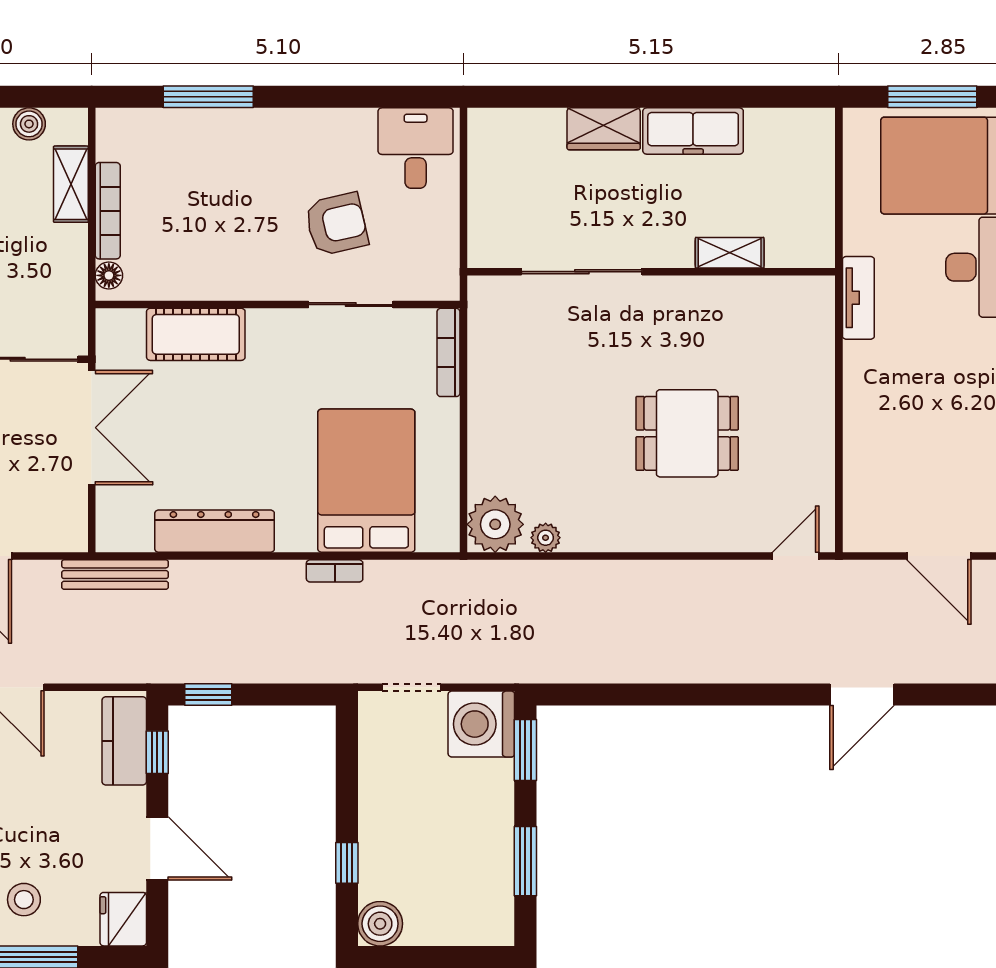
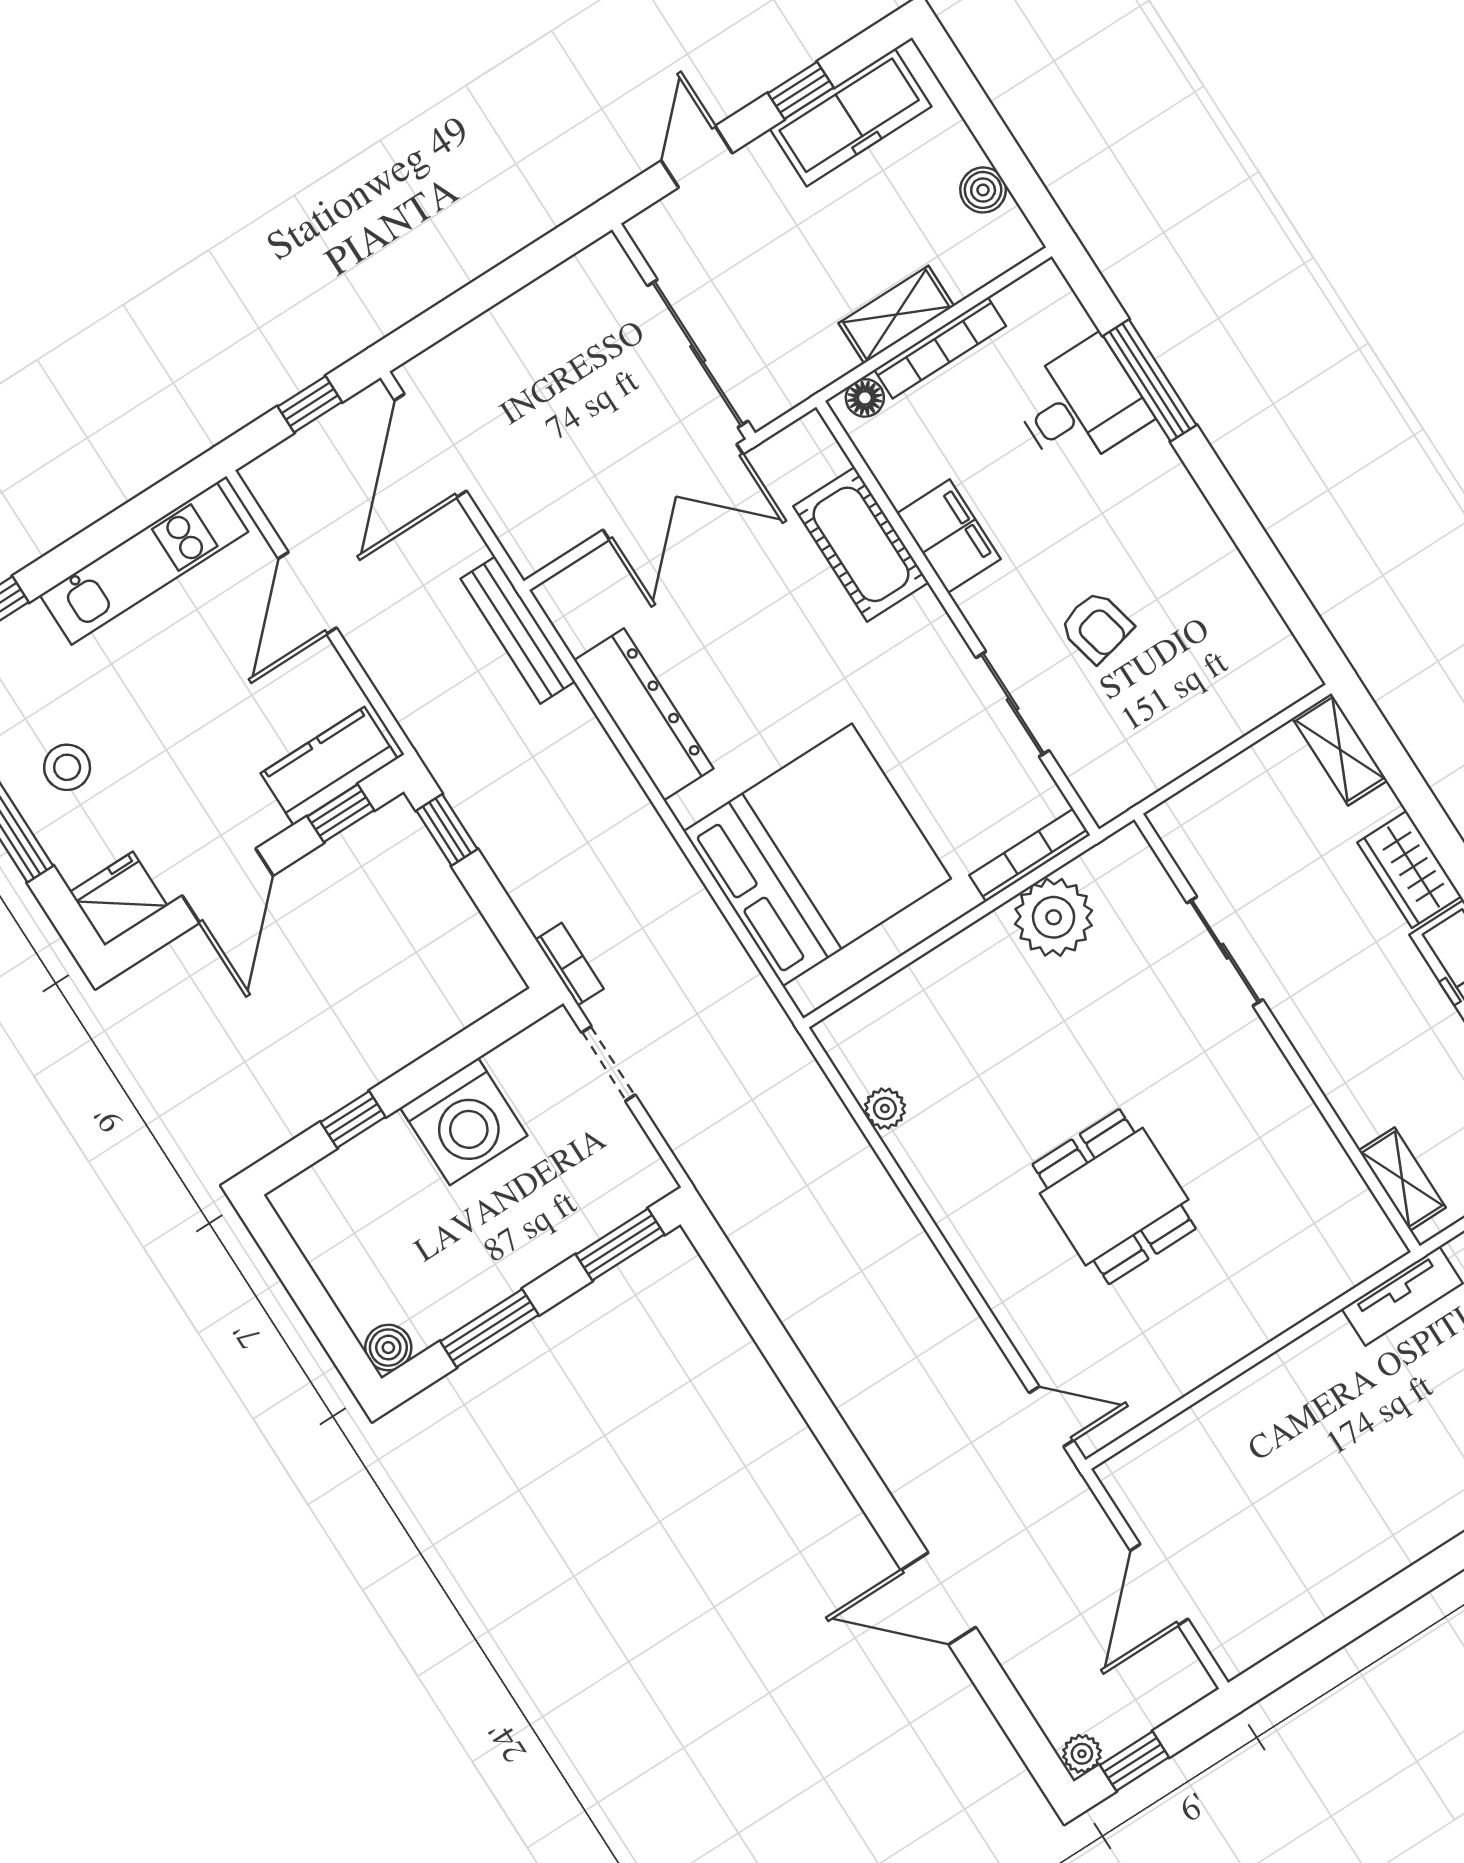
shelving: (504, 124) -> (1340, 749), added
desk: (416, 148) -> (1080, 405), moved
shelving: (71, 184) -> (896, 315), moved
armchair: (336, 224) -> (1096, 627), width x0.72, depth x0.72
shelving: (730, 253) -> (1402, 1179), moved
sliding door: (582, 272) -> (1225, 951), width x0.73
filing cabinet: (225, 278) -> (949, 536), added
bed: (366, 481) -> (817, 855), width x1.36
plant: (495, 524) -> (1054, 917), moved
bookcase: (335, 571) -> (569, 964), moved, turned 180
washing machine: (481, 724) -> (464, 1122), moved, turned 180
boiler: (380, 924) -> (388, 1348), moved, width x0.73, depth x0.73

